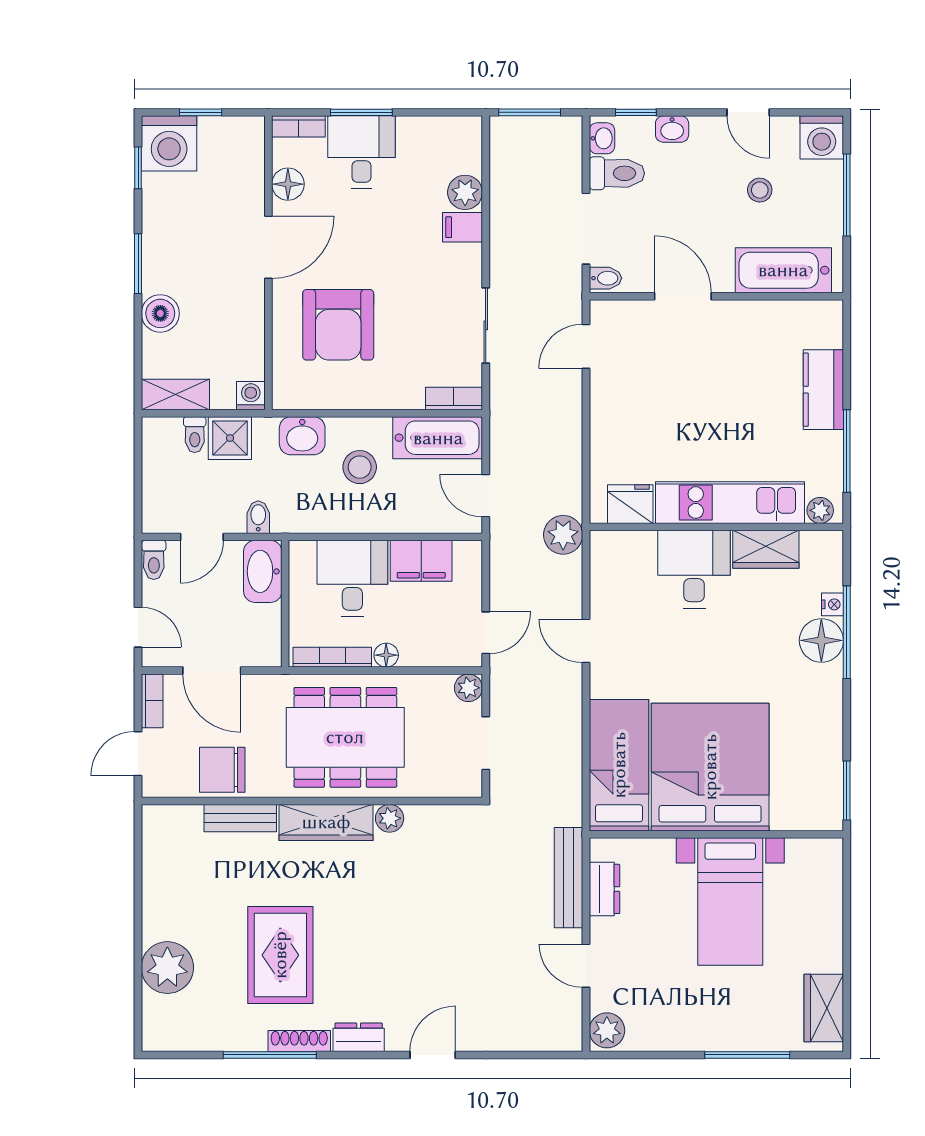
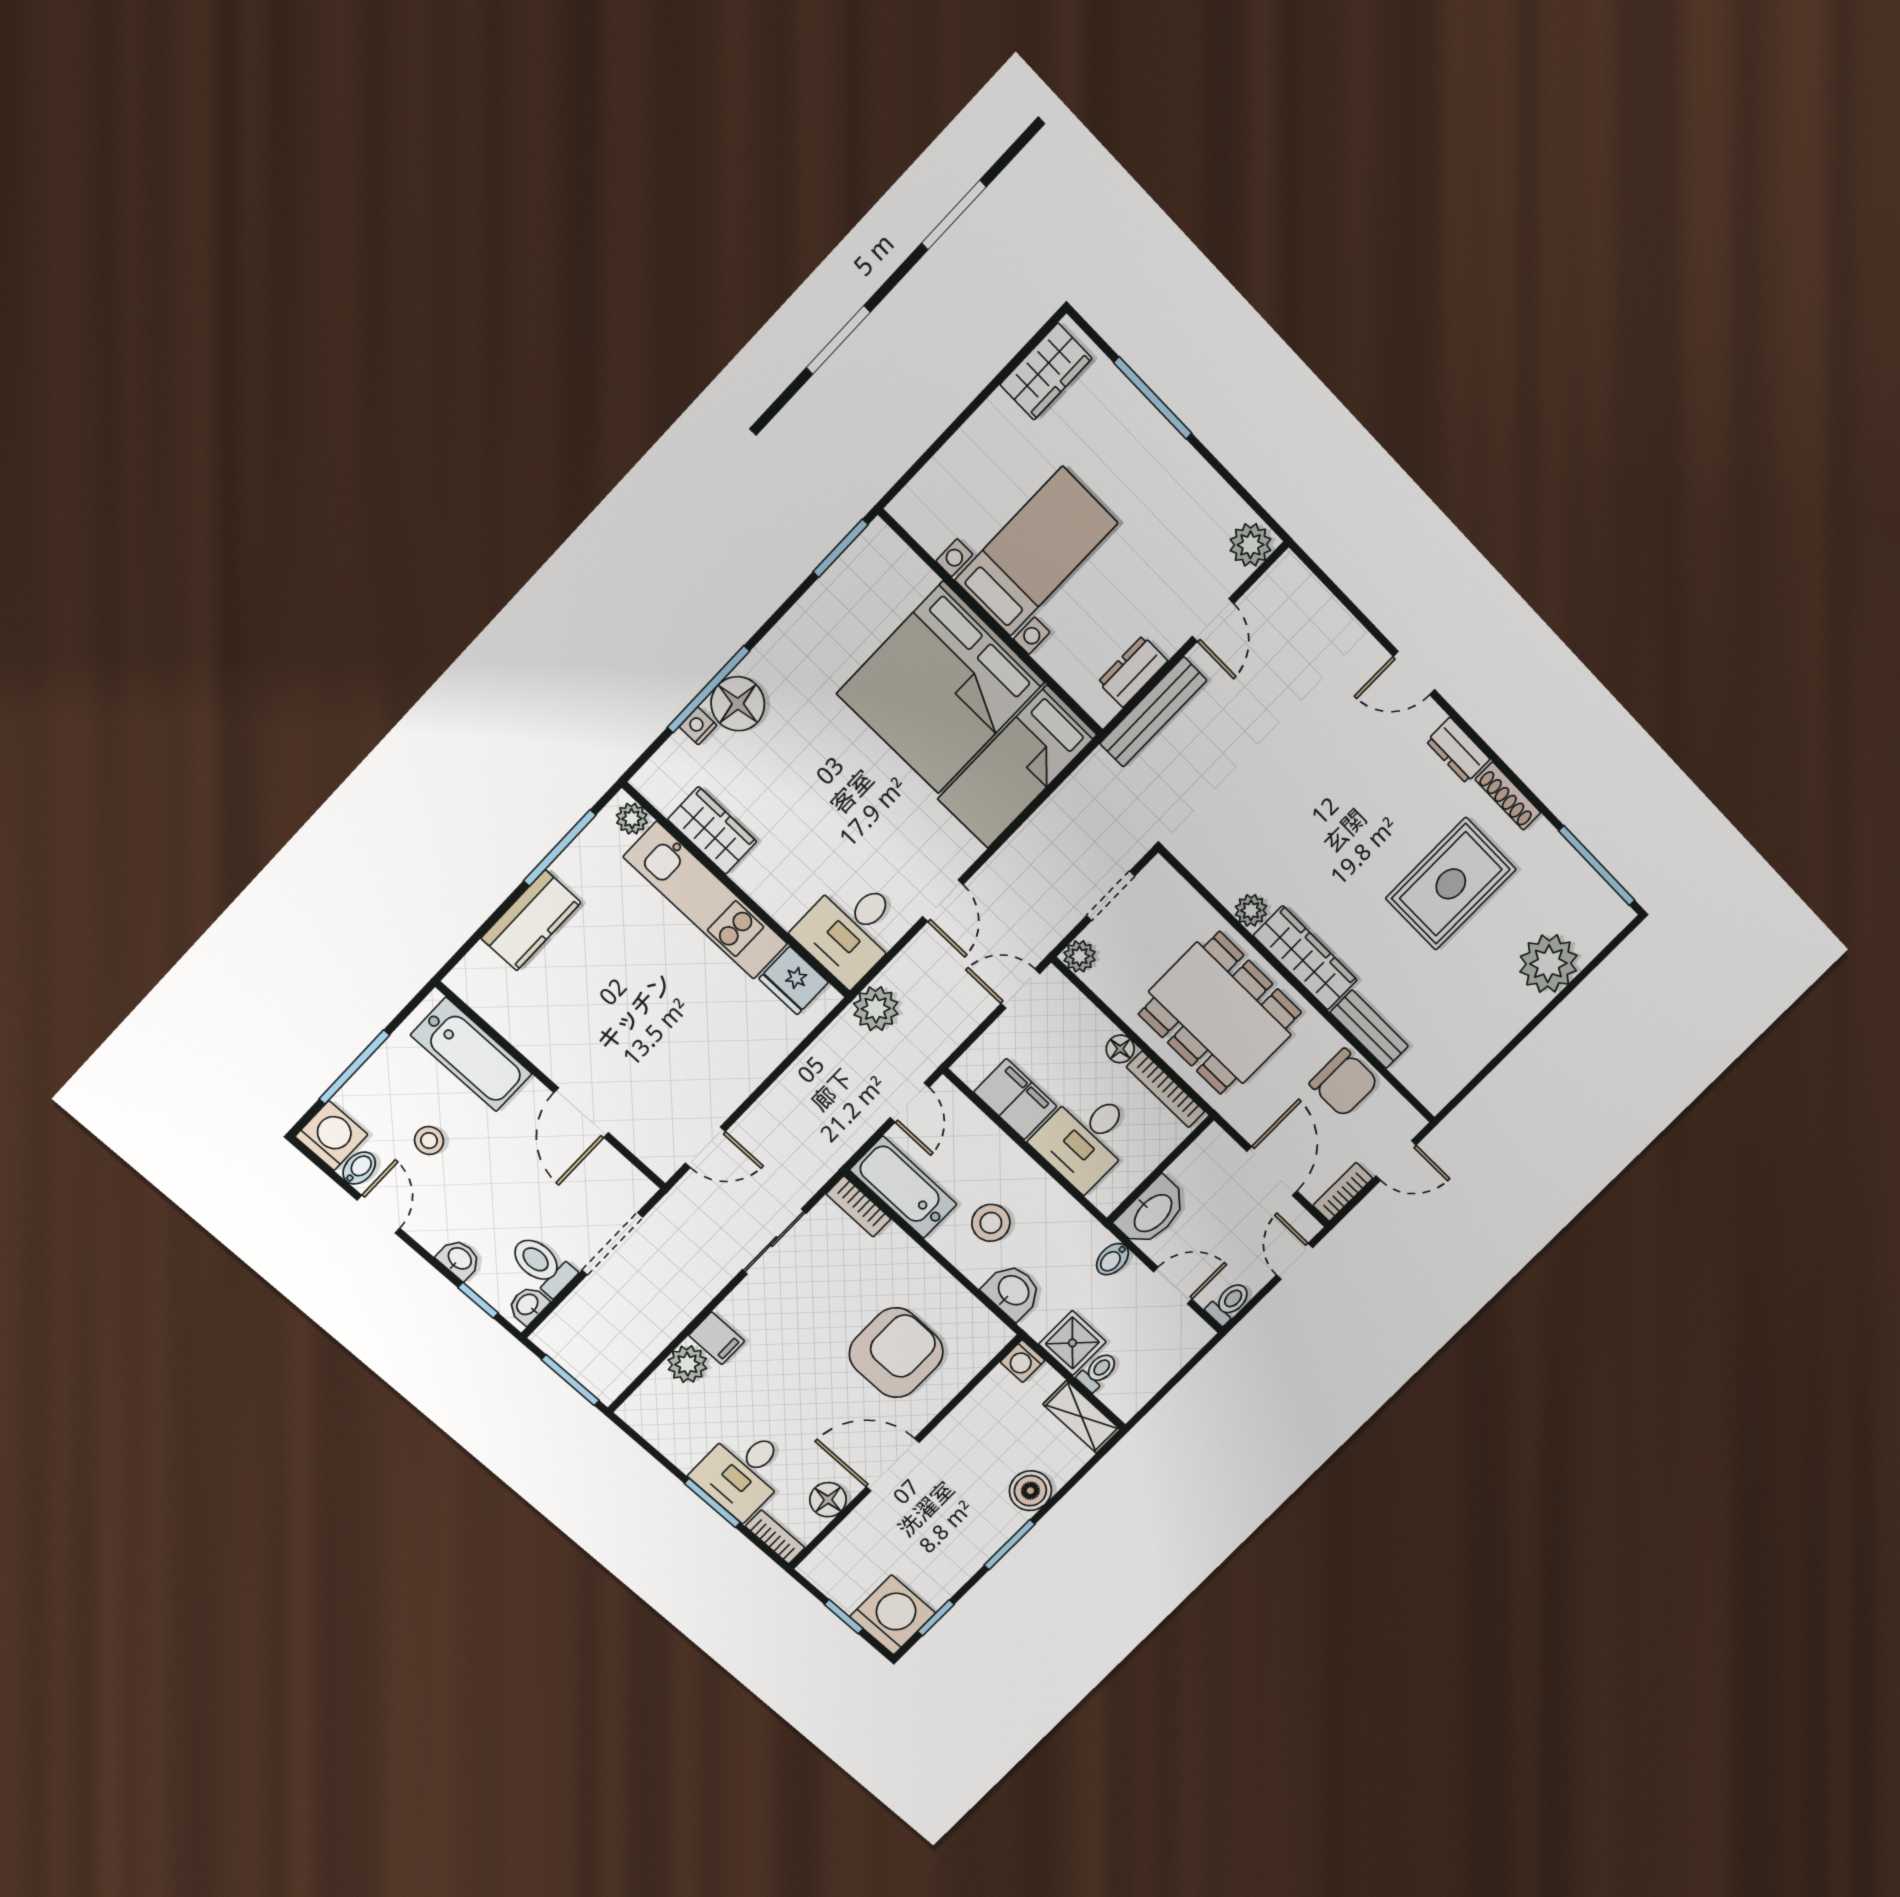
bidet: (605, 278) -> (359, 1168), moved, turned 90
desk: (694, 569) -> (851, 929), moved
window: (270, 1055) -> (1597, 866), moved

